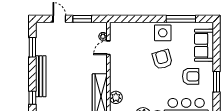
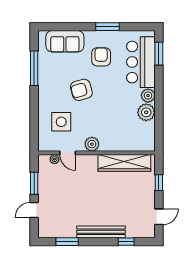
side table: (163, 33) -> (61, 122), moved
plant: (116, 97) -> (92, 144), moved

